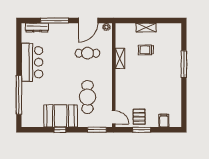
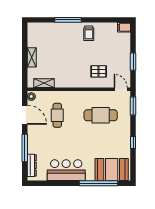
trolley: (146, 50) -> (89, 33), moved
shelving: (120, 58) -> (44, 83), moved
booth: (61, 116) -> (112, 170), moved, turned 90
door: (114, 117) -> (121, 89), hinge flipped
pallet: (139, 117) -> (99, 71), moved
filing cabinet: (164, 121) -> (124, 27), moved

